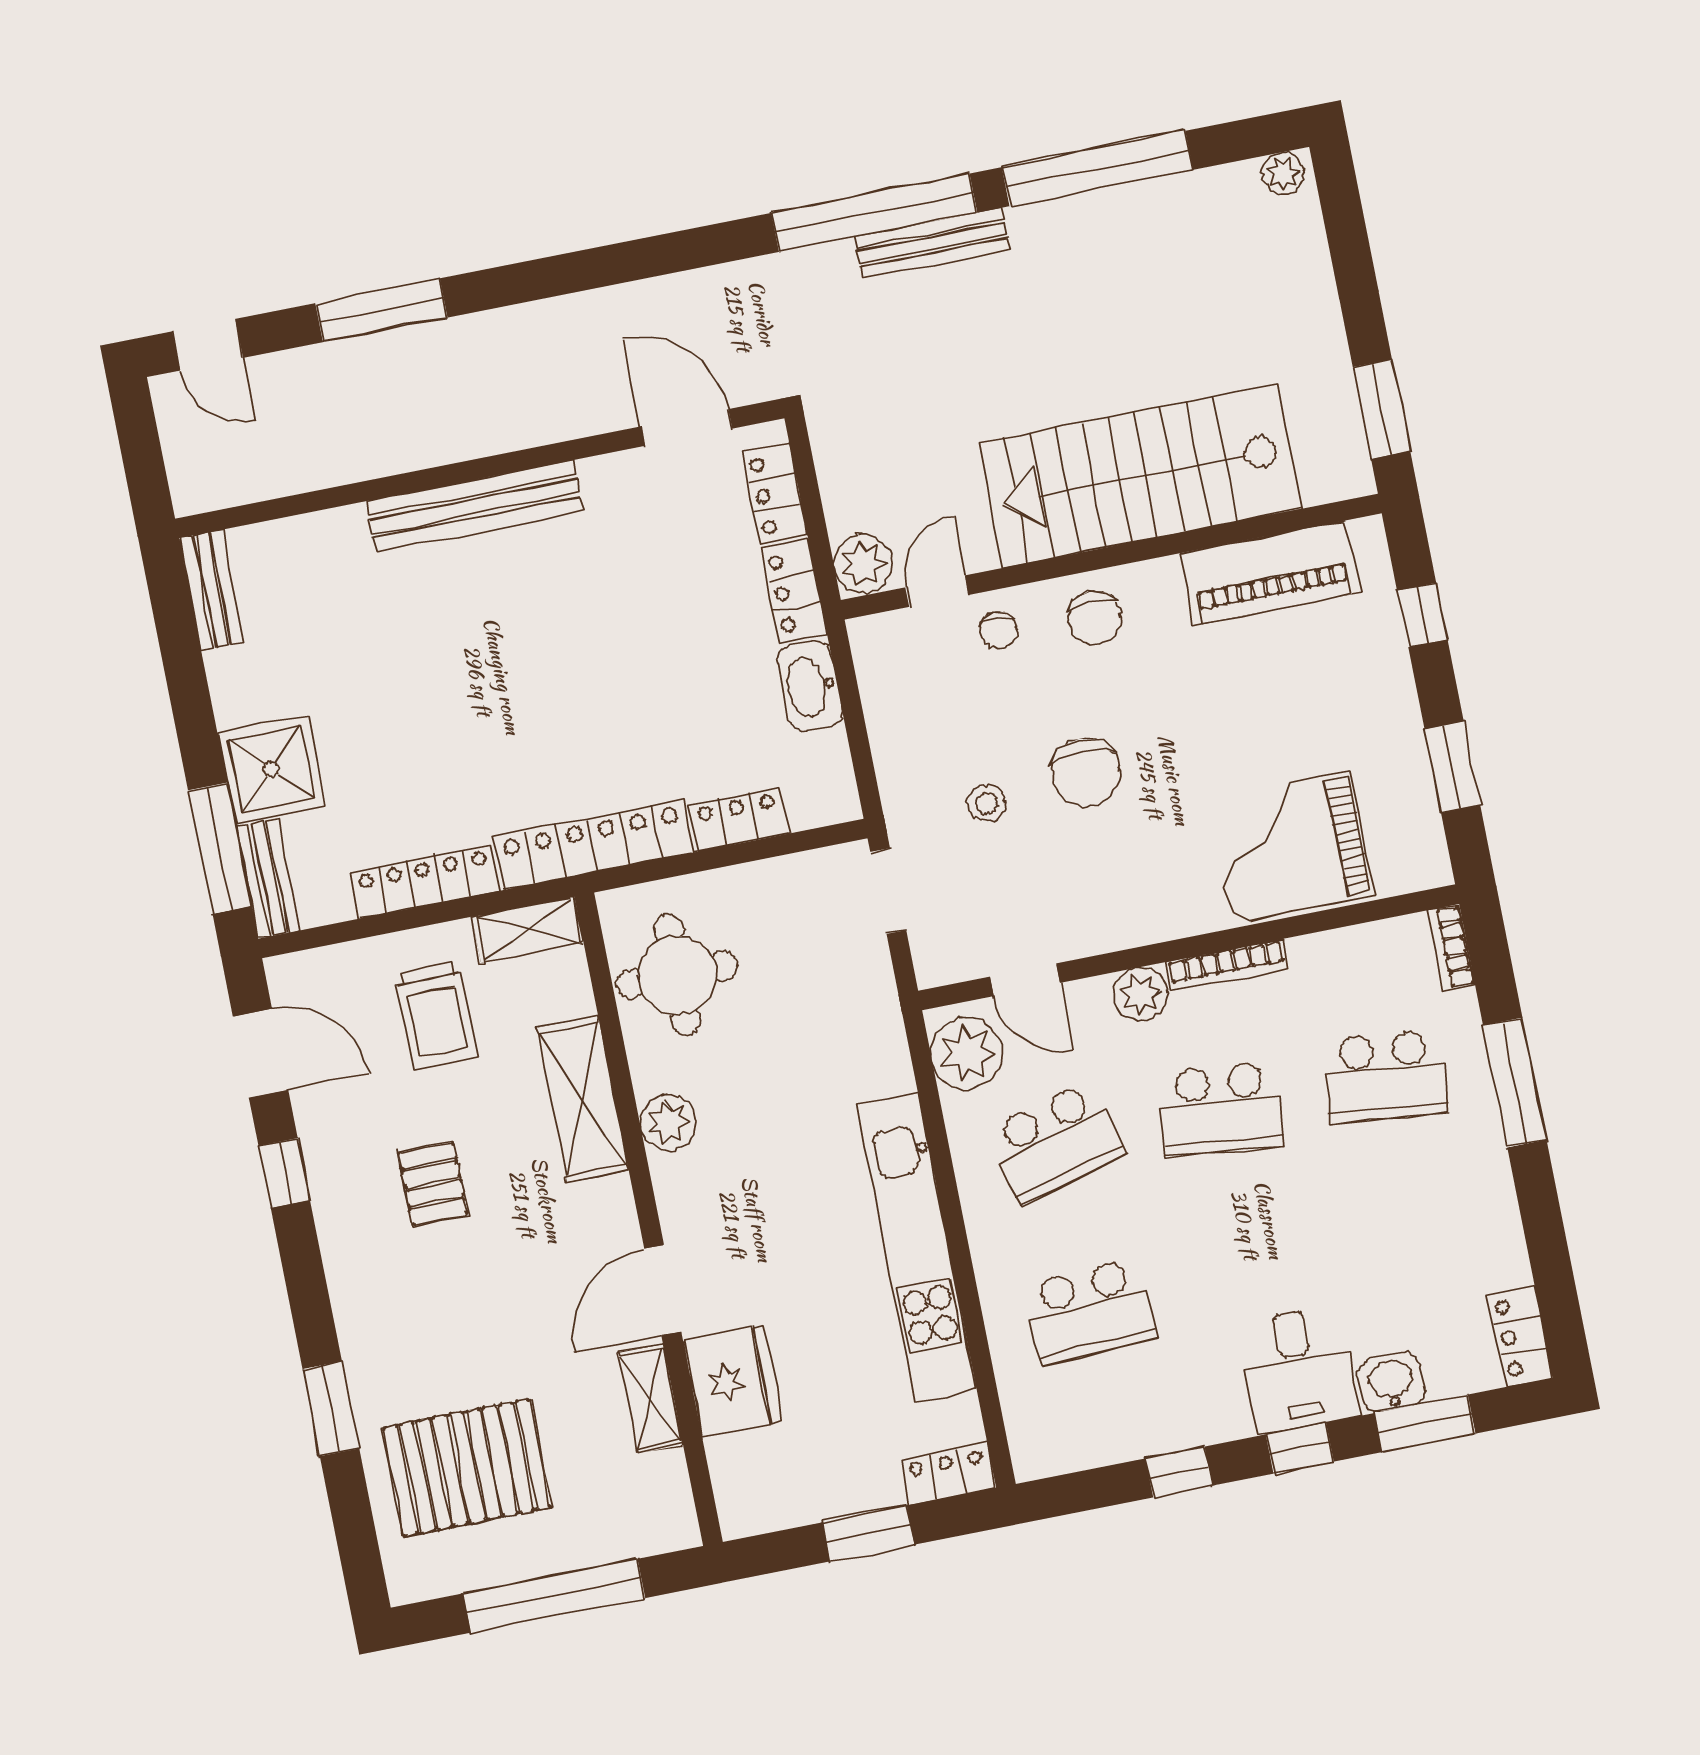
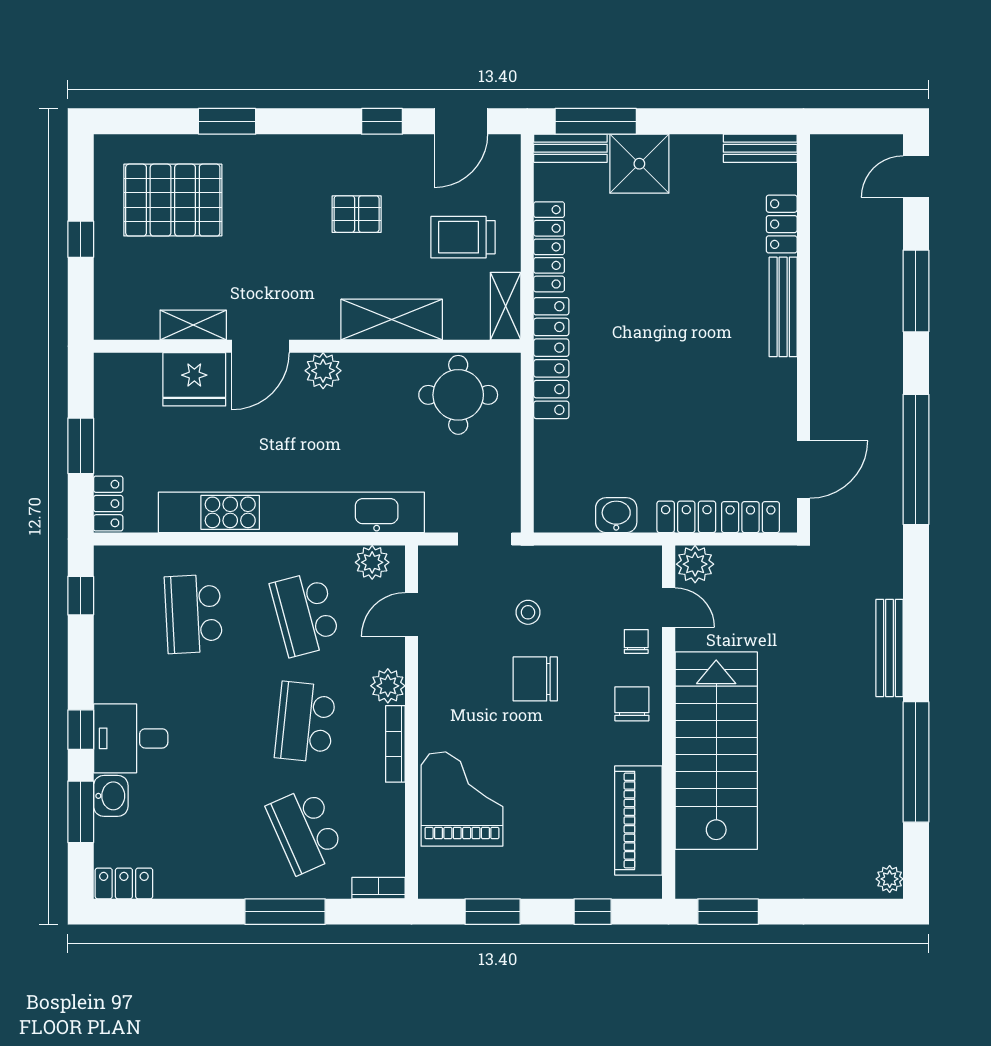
window: (874, 213) -> (916, 459), moved
bench: (474, 506) -> (783, 307), width x0.73, depth x0.82
chair: (1095, 618) -> (632, 704), turned 90
chair: (998, 630) -> (636, 641), turned 90
washbasin: (810, 687) -> (616, 515), width x0.72
locker: (739, 819) -> (782, 224), moved, turned 180
plant: (967, 1053) -> (372, 562), width x0.73, depth x0.73
school desk: (1385, 1076) -> (305, 830), turned -30
plant: (668, 1123) -> (323, 371), moved
kitchen unit: (917, 1247) -> (291, 512), width x1.36
door: (663, 1290) -> (261, 346), swing flipped
pallet: (467, 1467) -> (173, 200), turned 90
window: (1179, 1472) -> (81, 596), moved
window: (554, 1596) -> (81, 239), width x0.32

